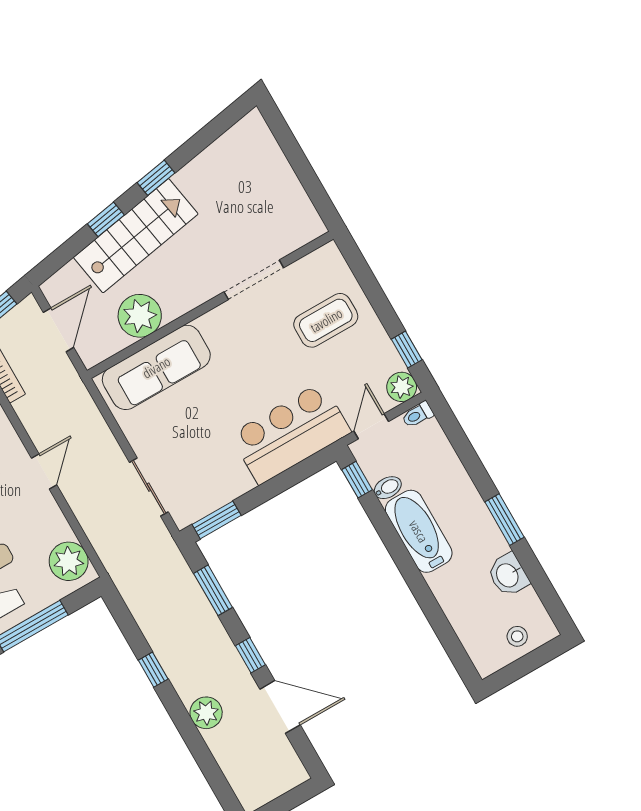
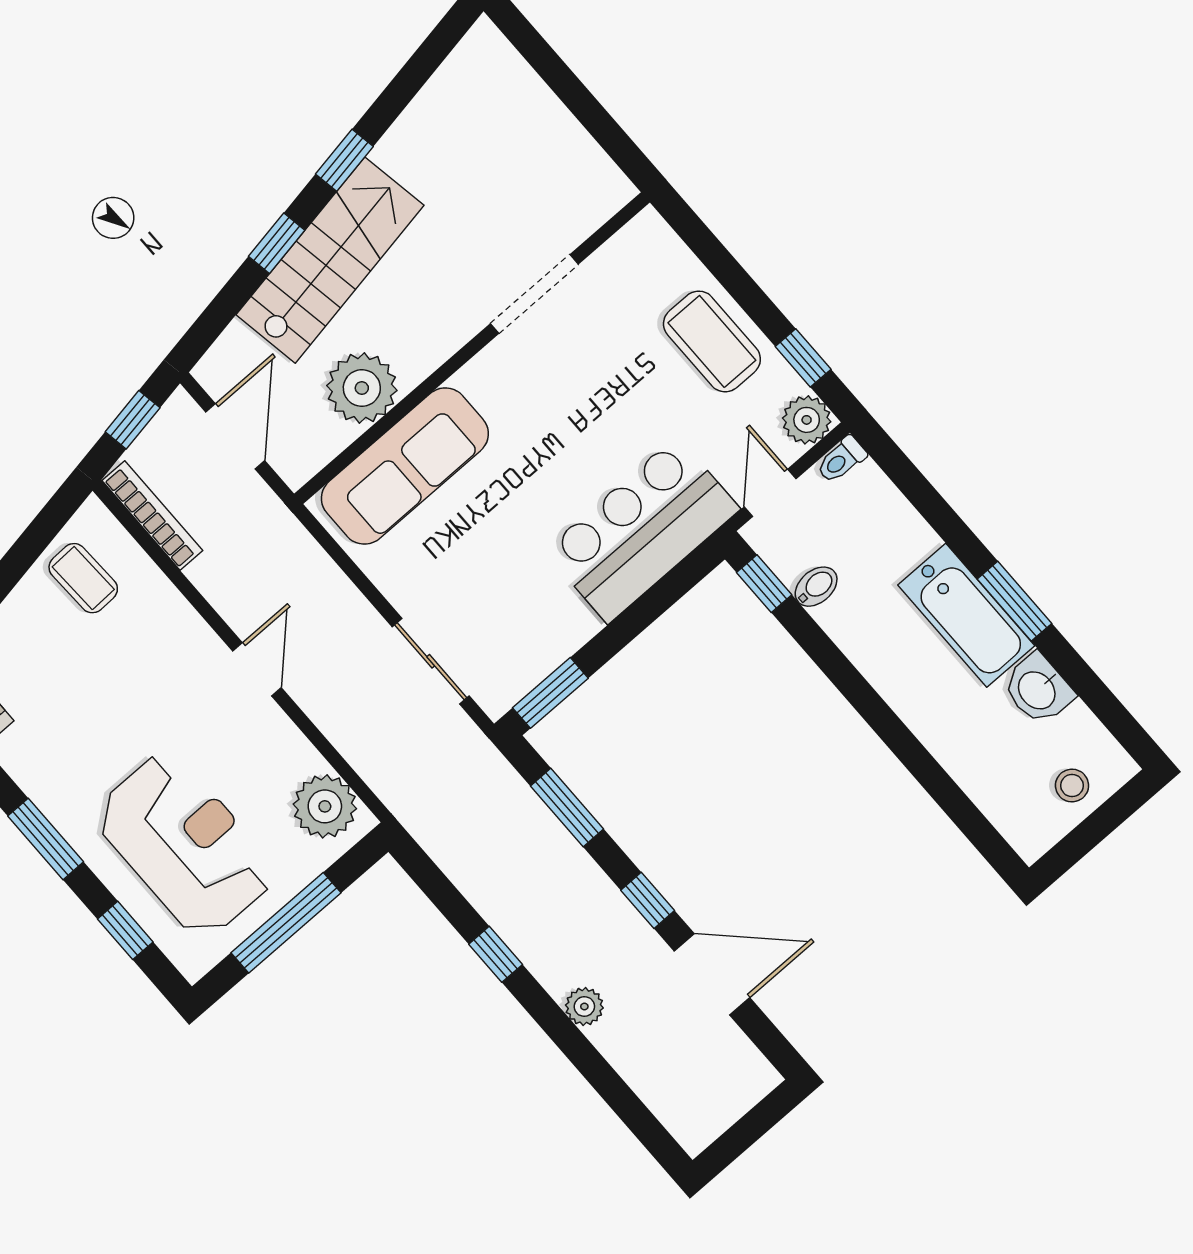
coffee table: (326, 320) -> (712, 341), moved, turned 90
bathtub: (419, 531) -> (966, 615), moved, turned 180
plant: (206, 713) -> (584, 1007), width x0.73, depth x0.73

